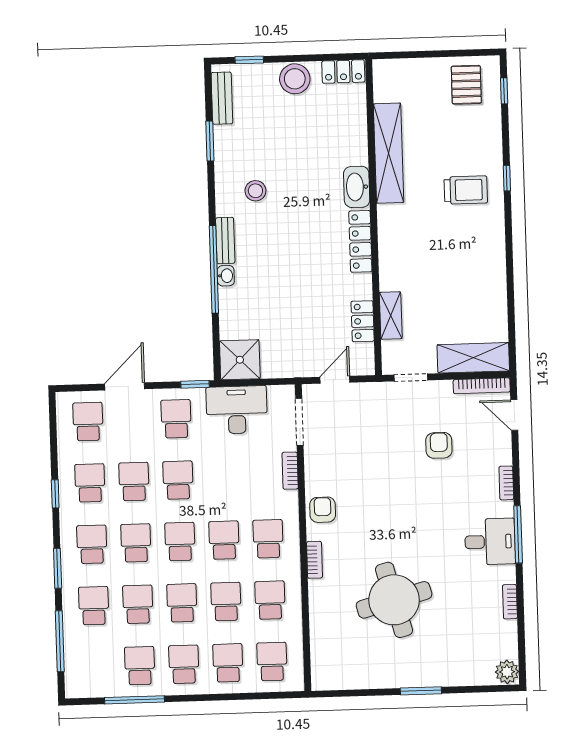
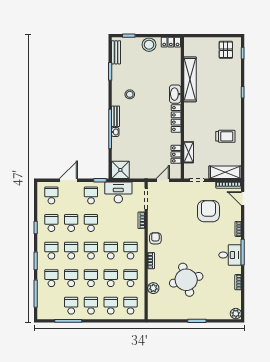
trolley: (466, 190) -> (225, 136), moved
armchair: (439, 445) -> (208, 211), width x1.88, depth x1.88
plant: (321, 621) -> (153, 288), added

